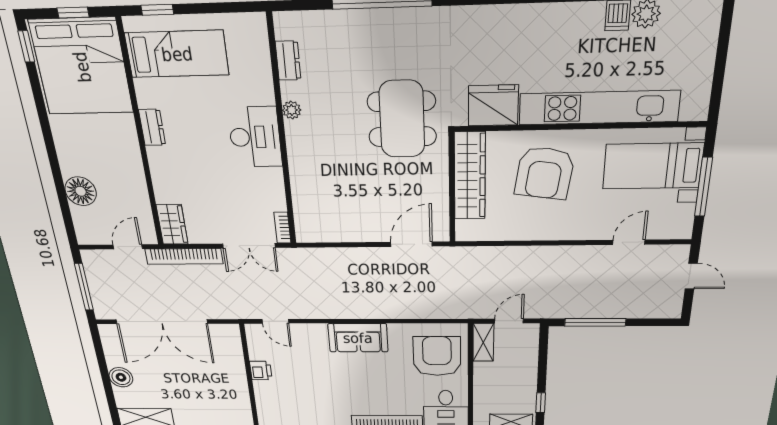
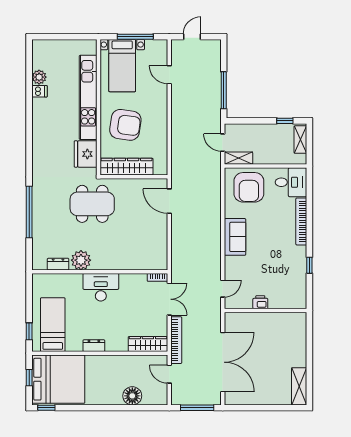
plant: (292, 110) -> (81, 260), width x1.87, depth x1.87
wardrobe: (172, 224) -> (148, 344), width x1.50
armchair: (437, 356) -> (249, 187), turned -90
boiler: (121, 377) -> (266, 397), removed

